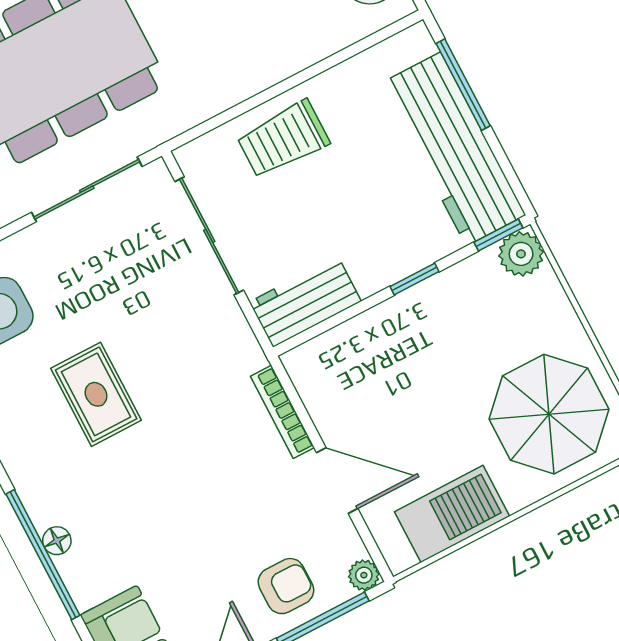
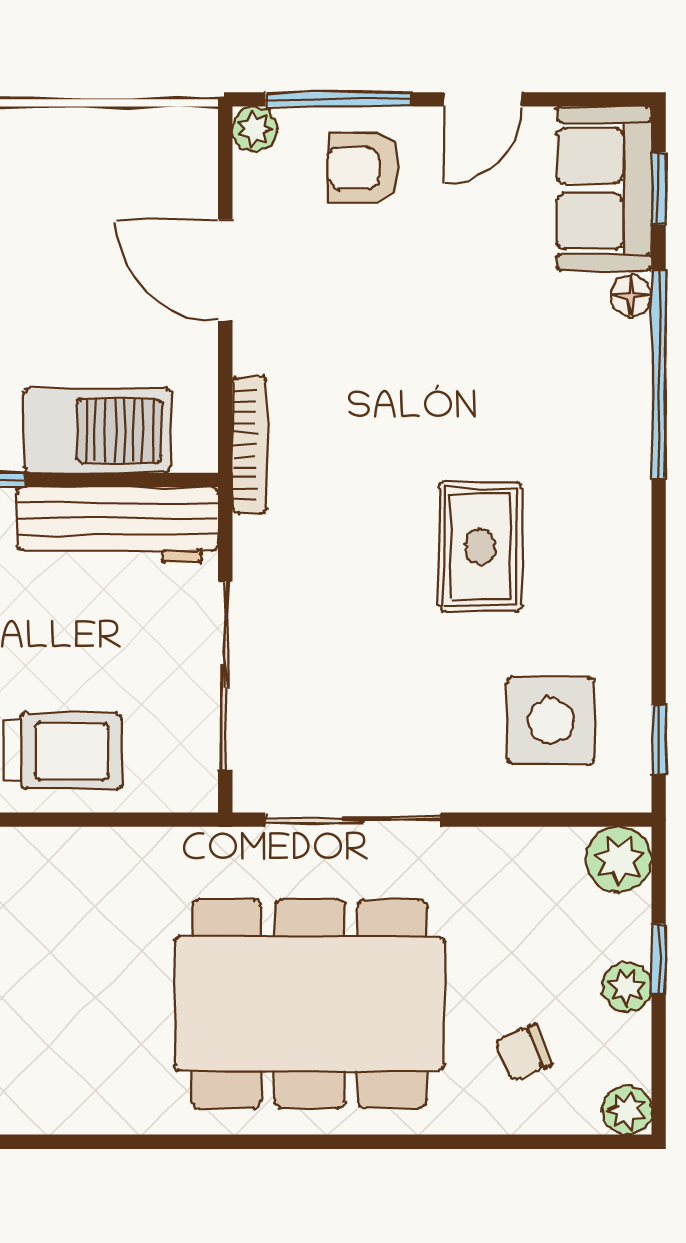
workbench: (305, 302) -> (118, 525), width x1.37
bookcase: (282, 412) -> (250, 445), moved
barbecue: (452, 514) -> (97, 431), moved, turned 180
floor lamp: (57, 541) -> (631, 296), moved

